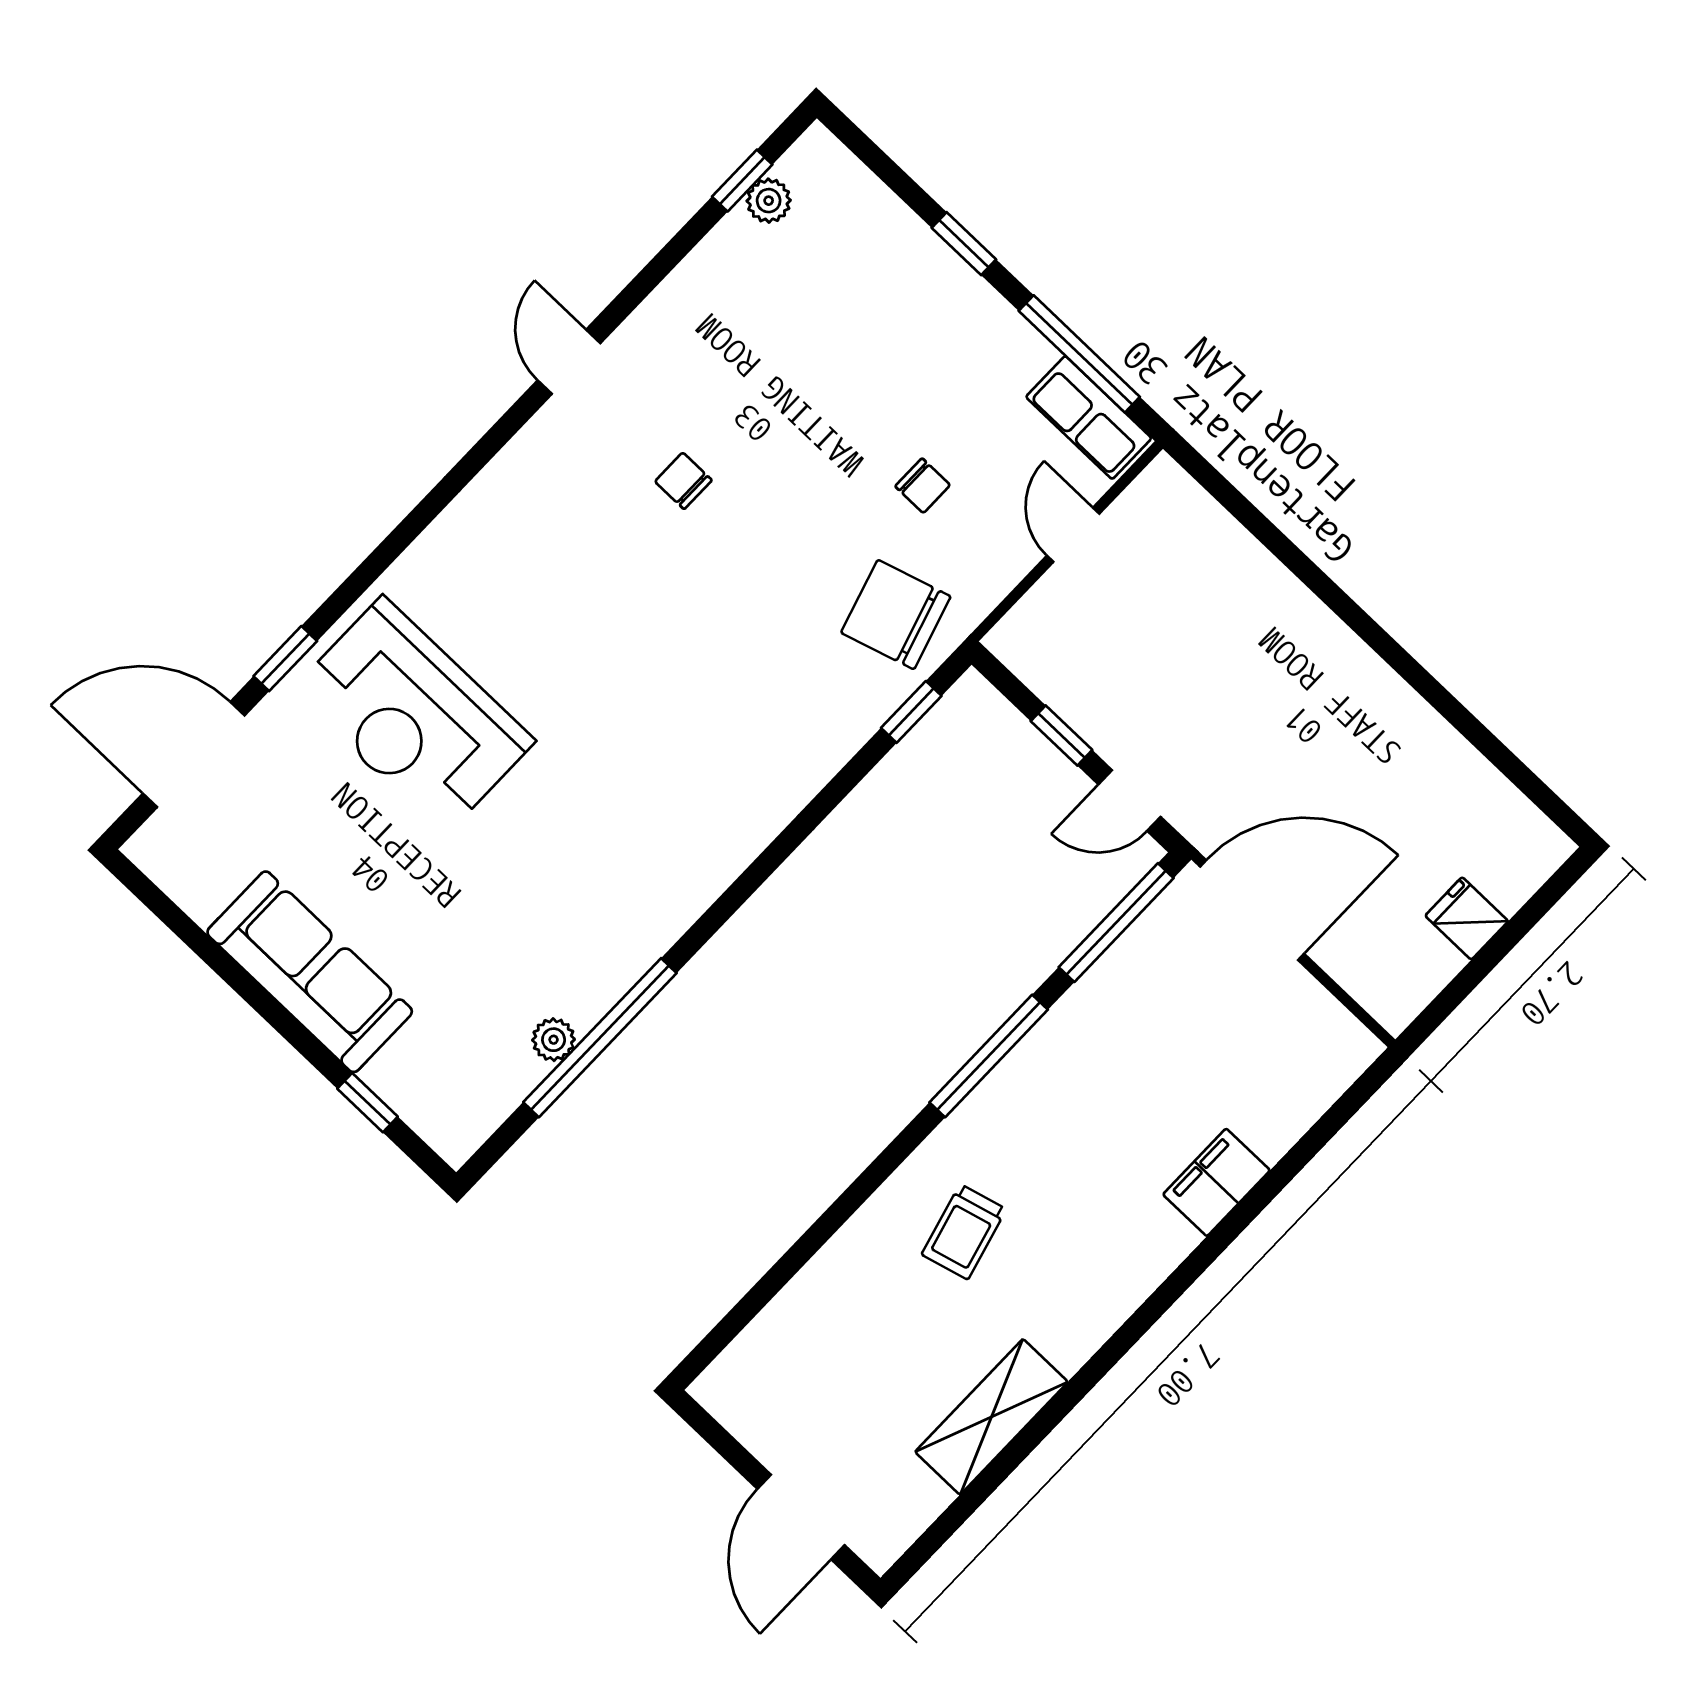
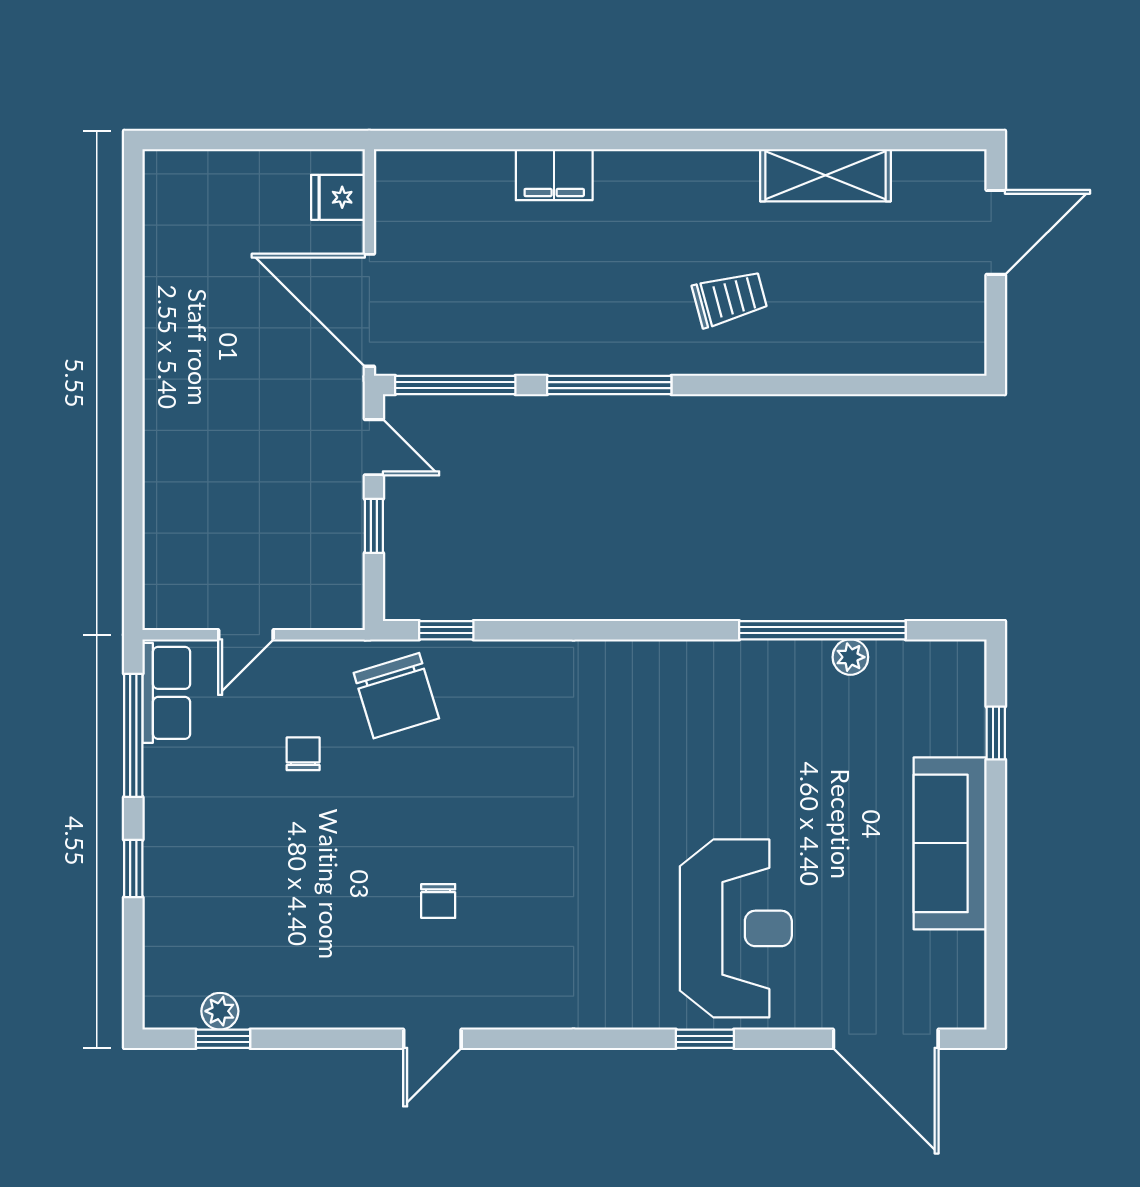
window: (285, 659) -> (705, 1039), moved
fridge: (1467, 918) -> (338, 197), moved, turned 90

